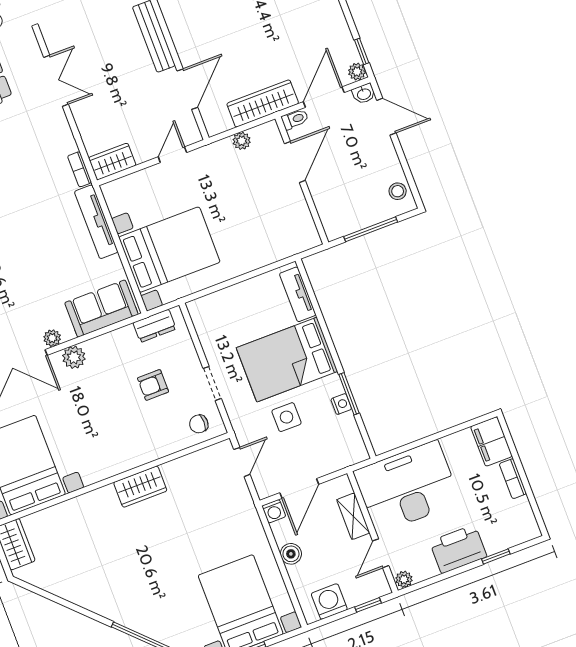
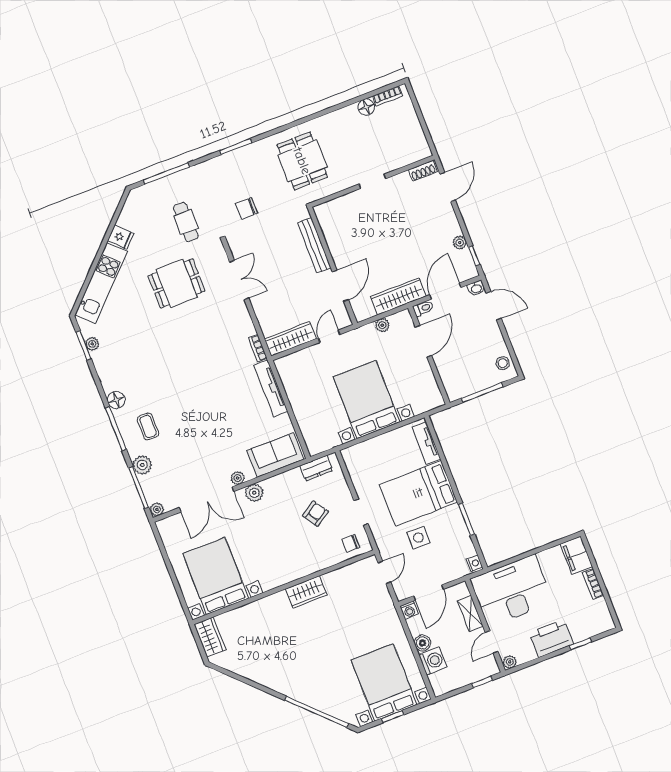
plant: (357, 72) -> (460, 243), moved
wardrobe: (112, 162) -> (290, 339), width x1.50
bed with nightstands: (169, 250) -> (367, 399), moved, turned -90
armchair: (153, 385) -> (315, 514), turned 147
nightstand: (341, 404) -> (474, 563), moved
washing machine: (329, 602) -> (433, 661), moved, turned 90

